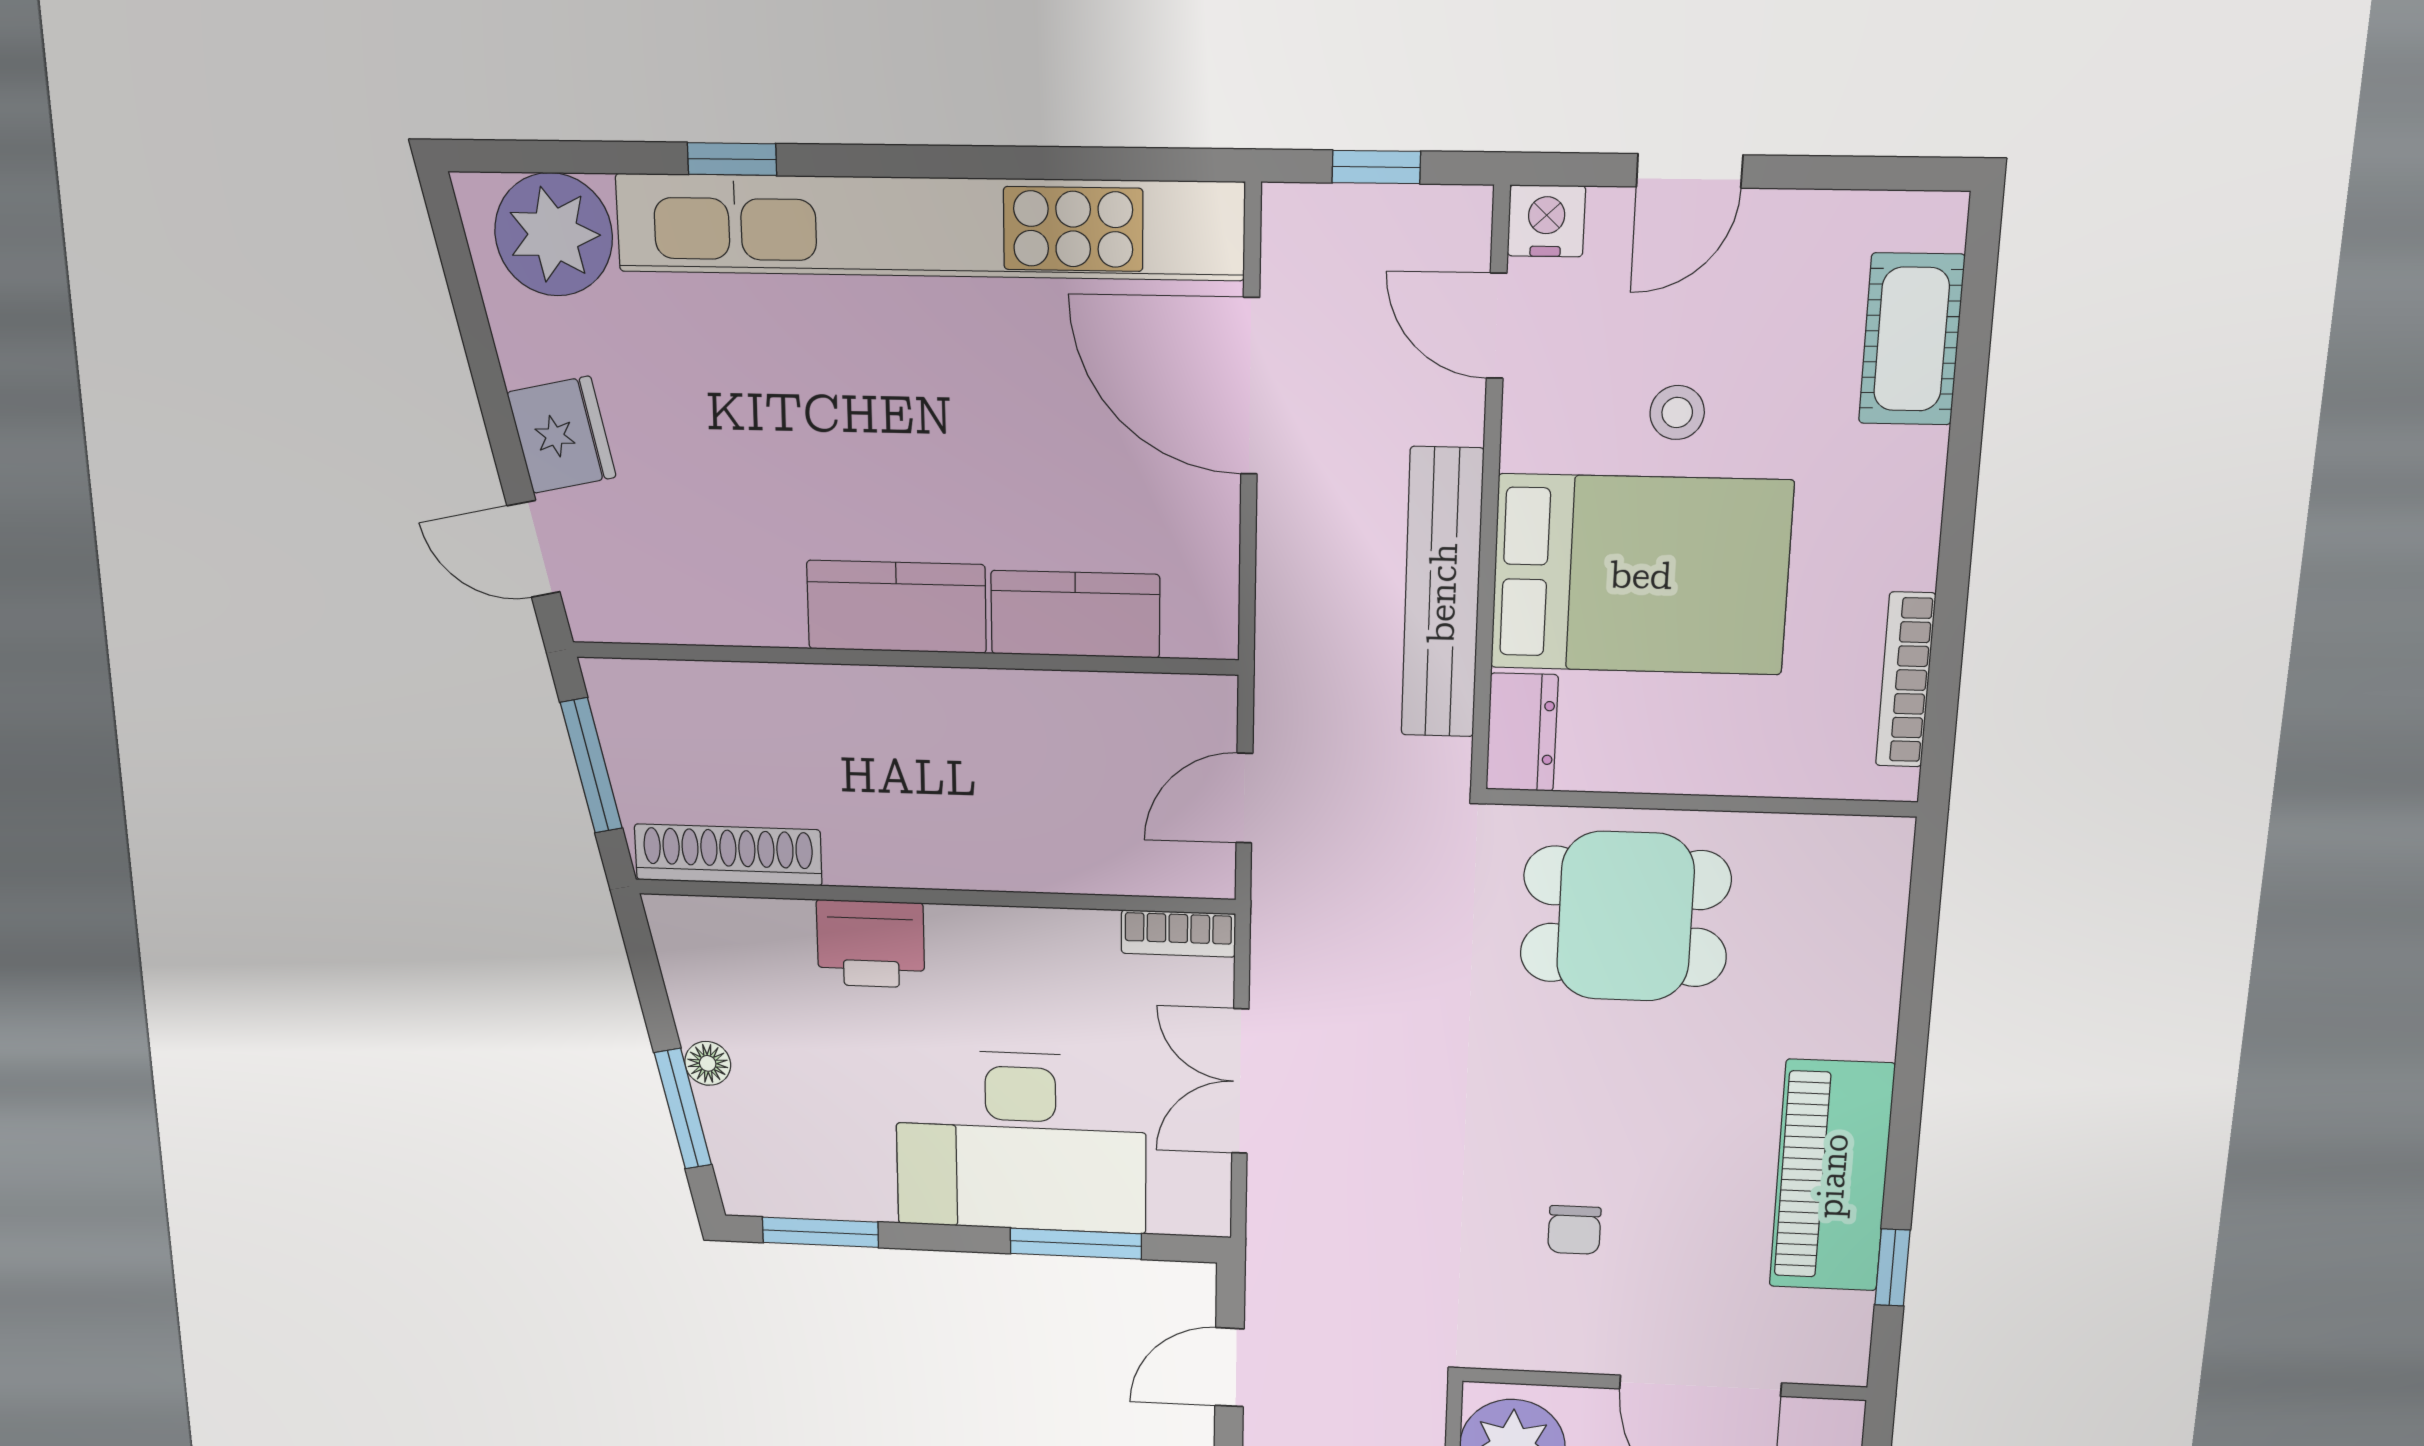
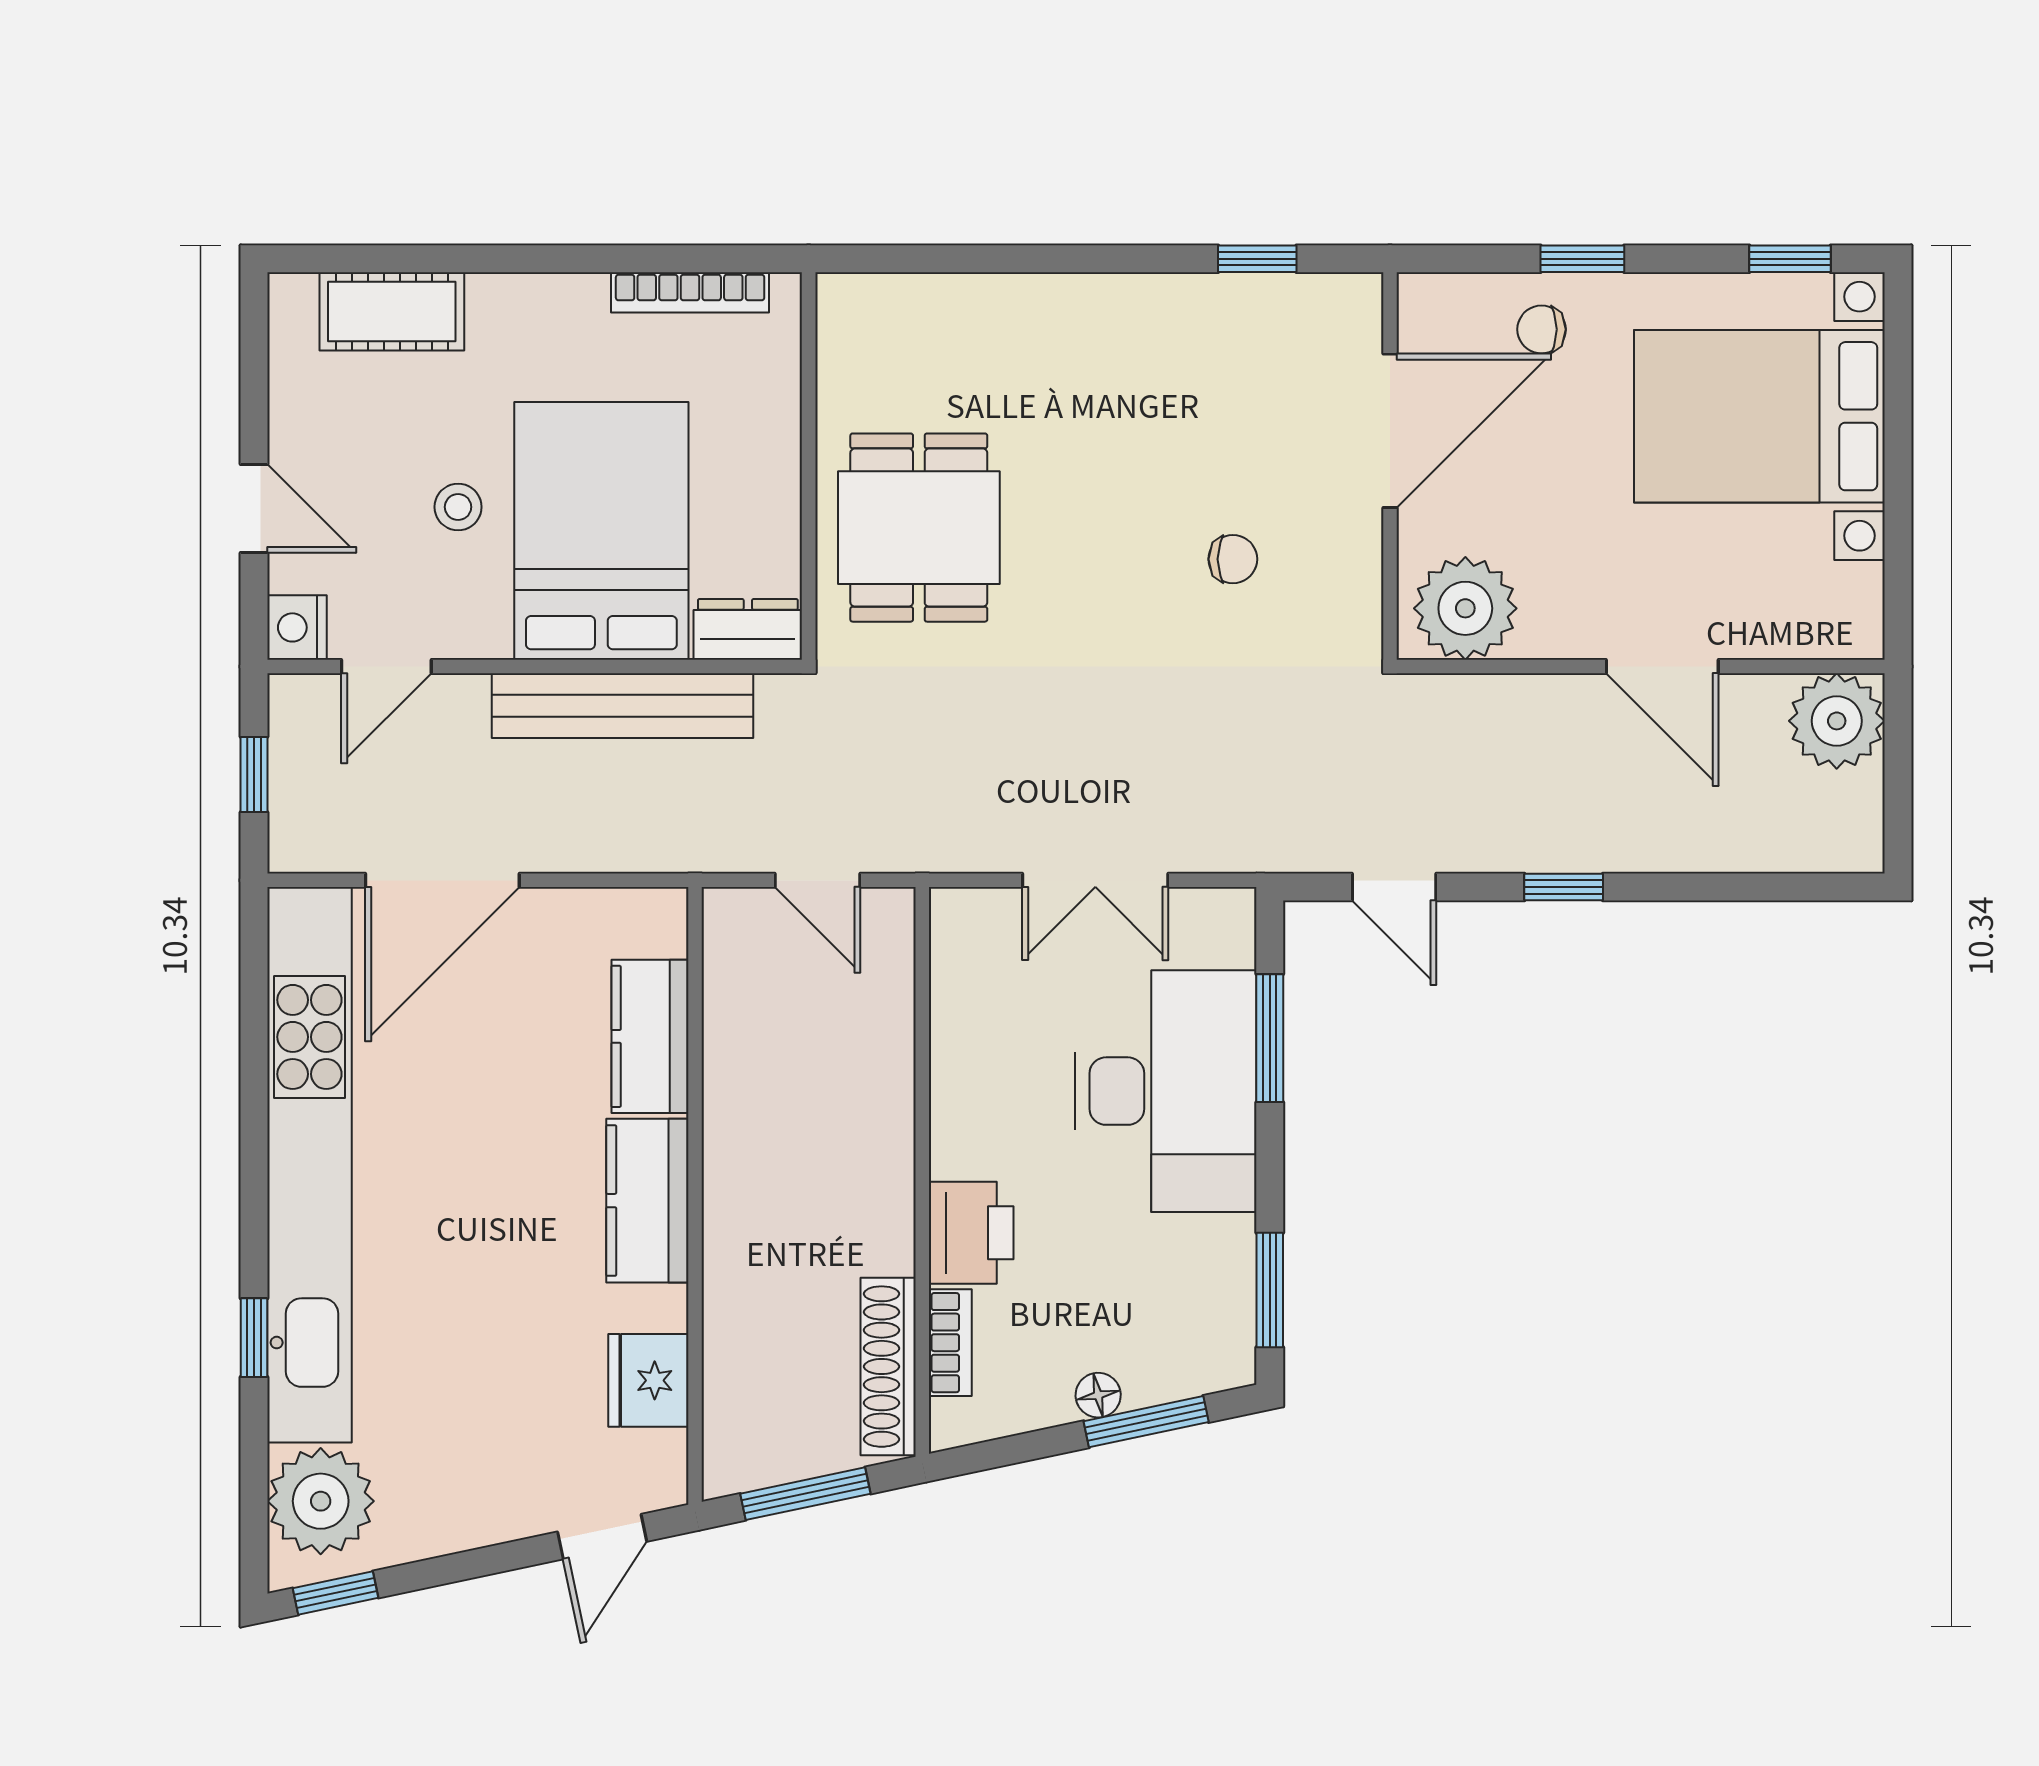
window: (454, 250) -> (336, 1593), added
fridge: (562, 435) -> (648, 1380), moved, turned -78
bookcase: (1178, 934) -> (950, 1343), moved
piano: (1832, 1176) -> (1167, 322), removed

